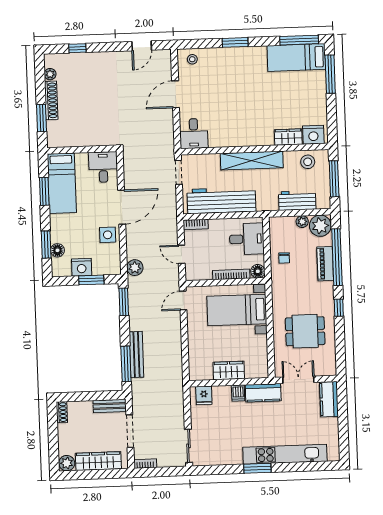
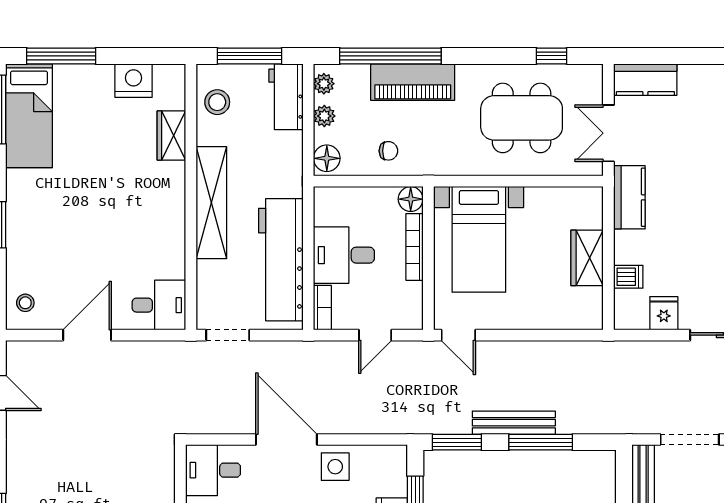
door: (176, 94) -> (87, 335), swing flipped
nightstand: (313, 135) -> (133, 81), moved, turned -90
workbench: (297, 200) -> (286, 97), moved
floor lamp: (279, 224) -> (327, 158), added
plant: (320, 226) -> (324, 84), width x0.53, depth x0.53
desk: (247, 239) -> (344, 255), moved, turned -90
piano: (325, 264) -> (413, 82), width x1.37, depth x1.33
plant: (135, 268) -> (396, 420), removed
window: (339, 308) -> (552, 56), moved
dining table: (305, 331) -> (522, 118), width x1.38
bench: (136, 355) -> (514, 423), moved
window: (126, 364) -> (541, 442), moved
dishwasher: (238, 393) -> (628, 277), moved
fridge: (204, 395) -> (664, 313), moved, turned -90

